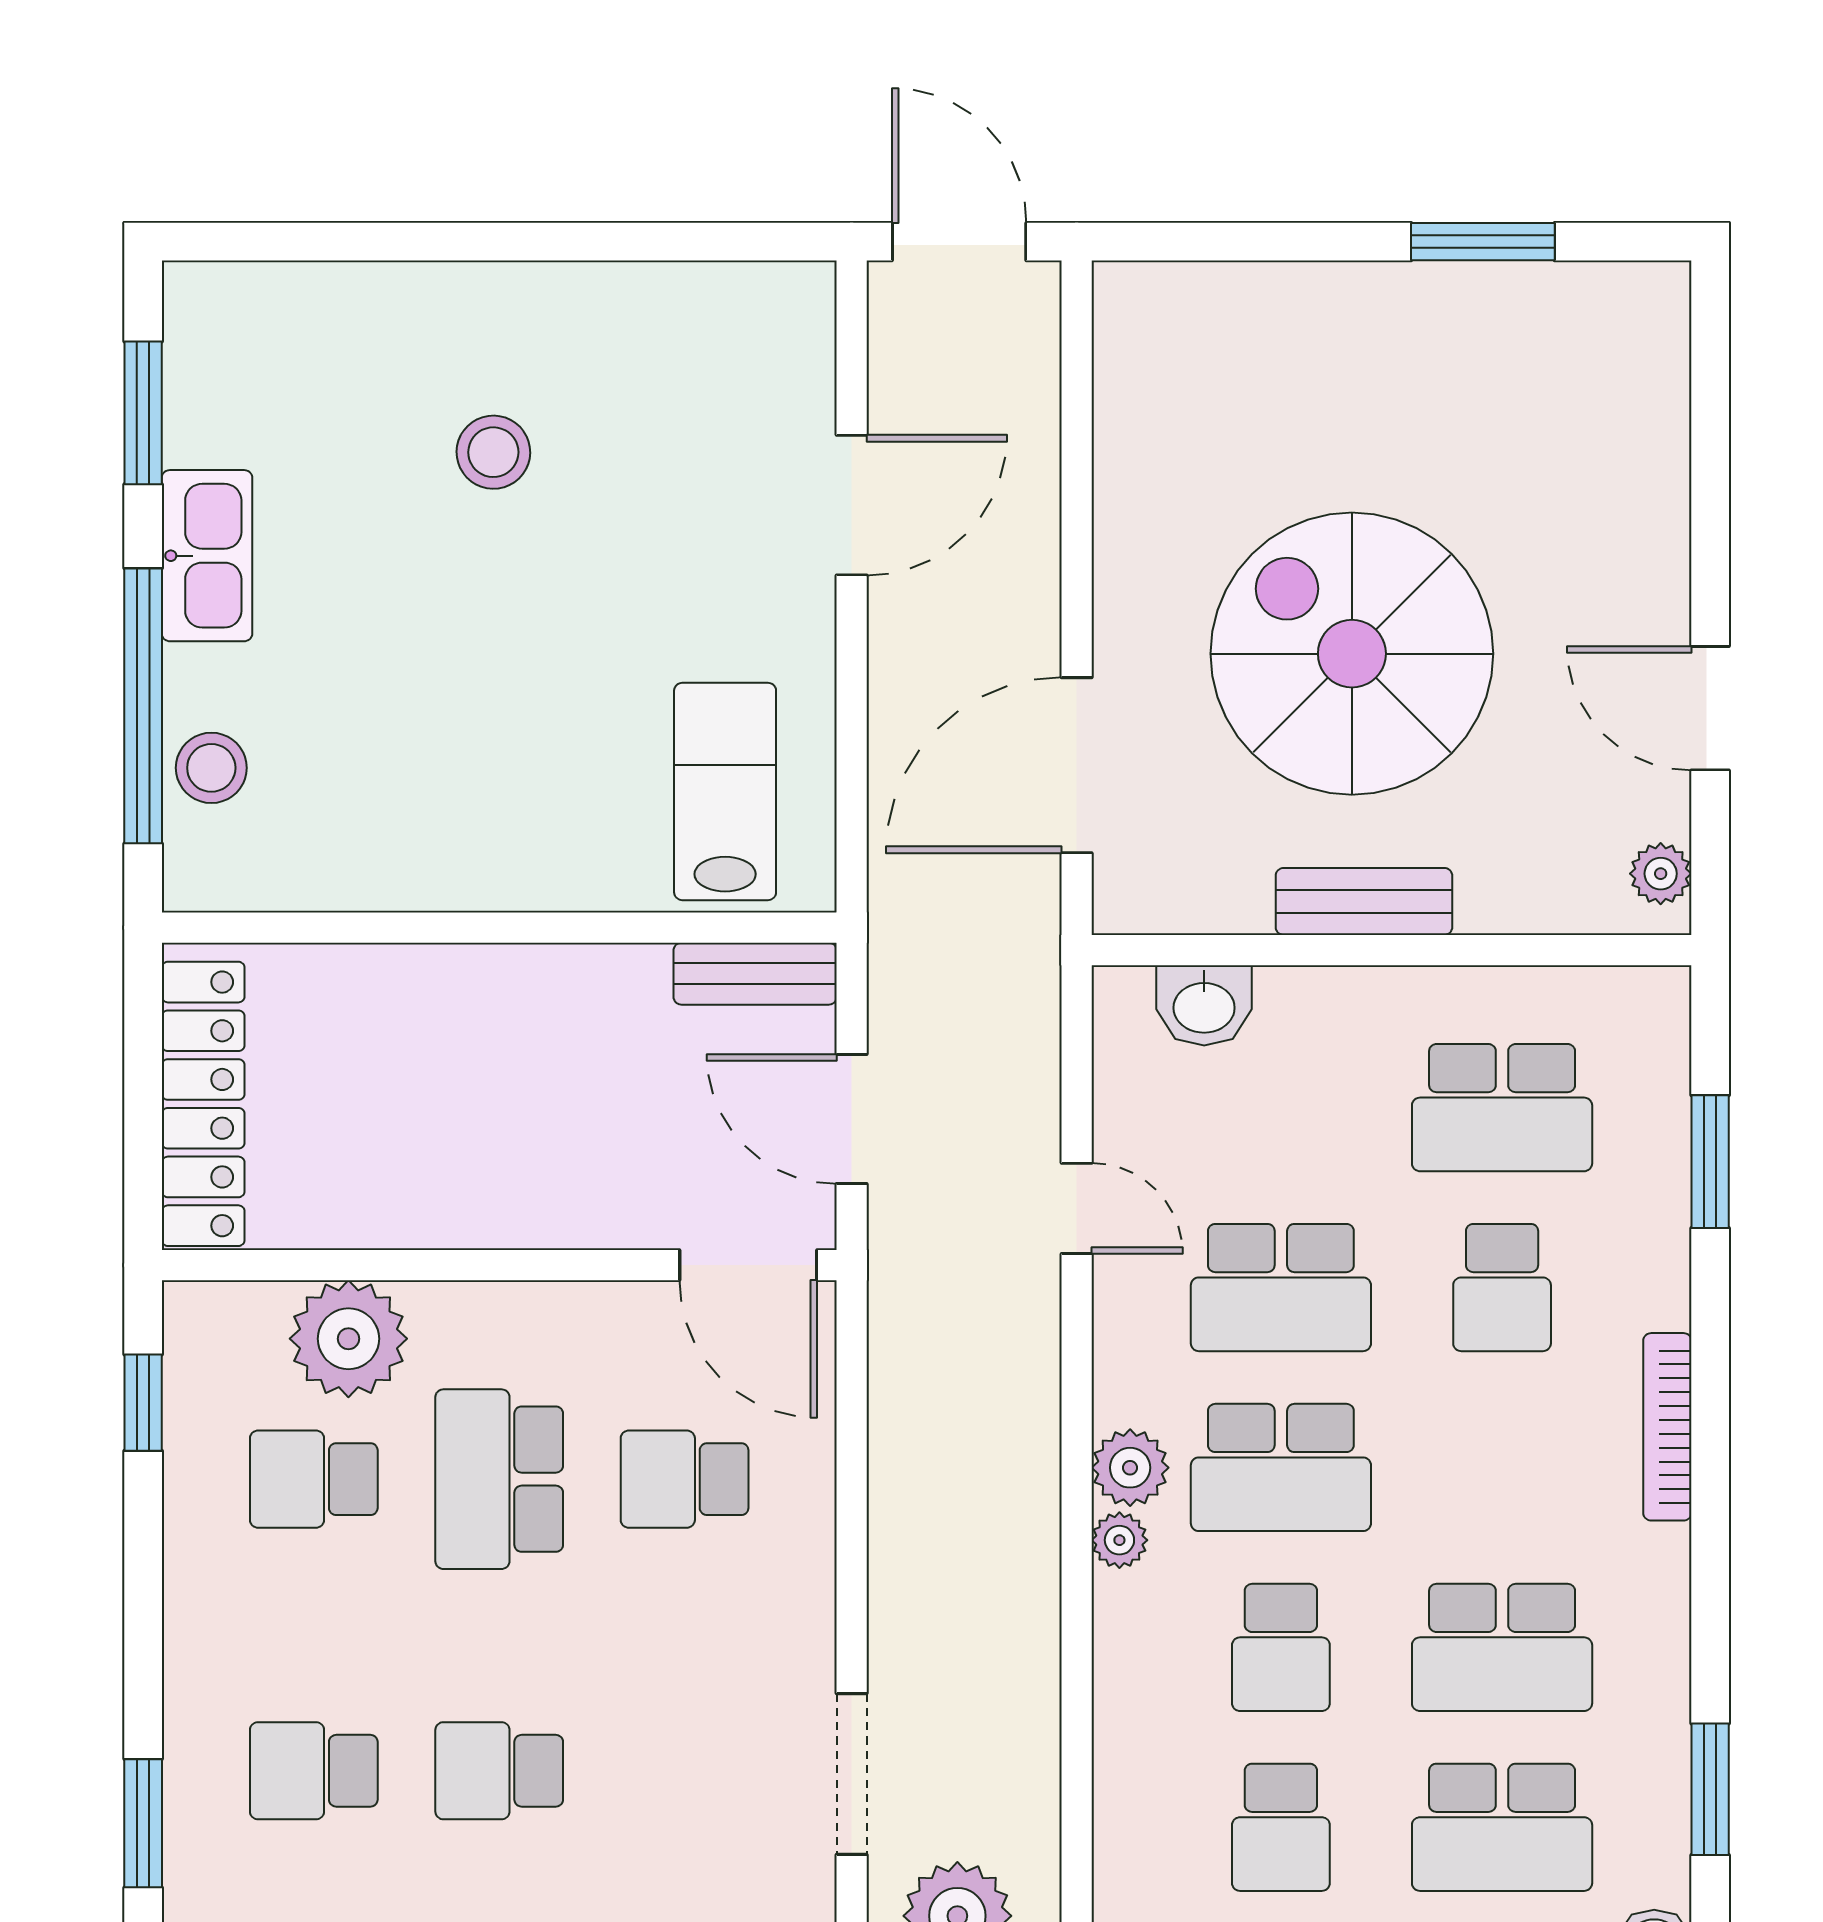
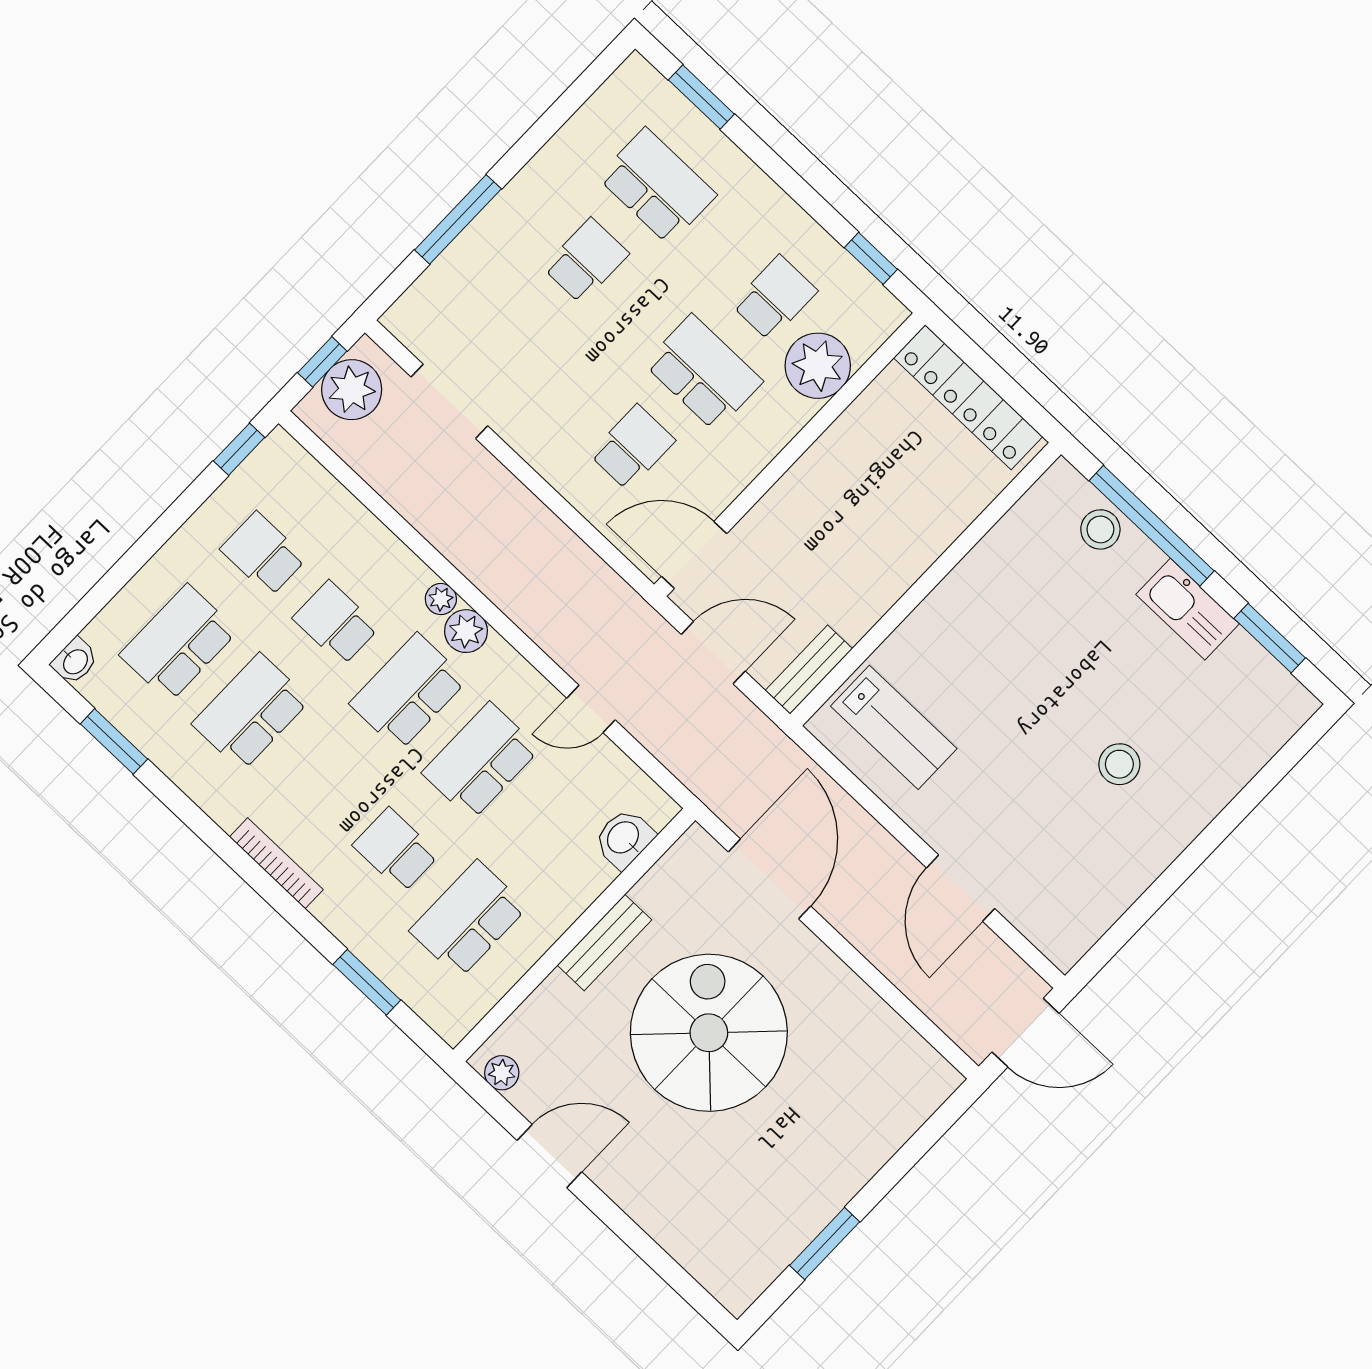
spiral stairs: (1352, 654) -> (709, 1033), turned -90
school desk: (314, 1771) -> (657, 186), width x1.85

